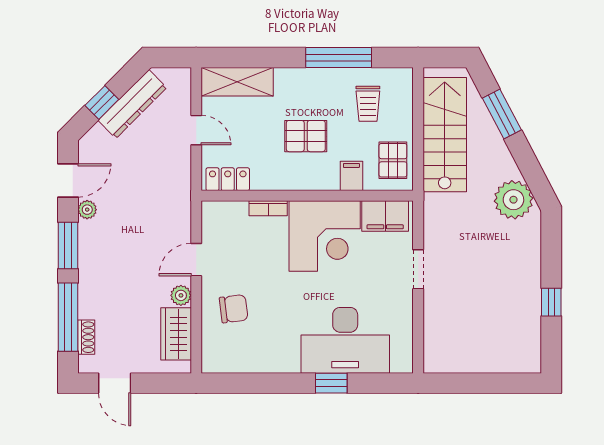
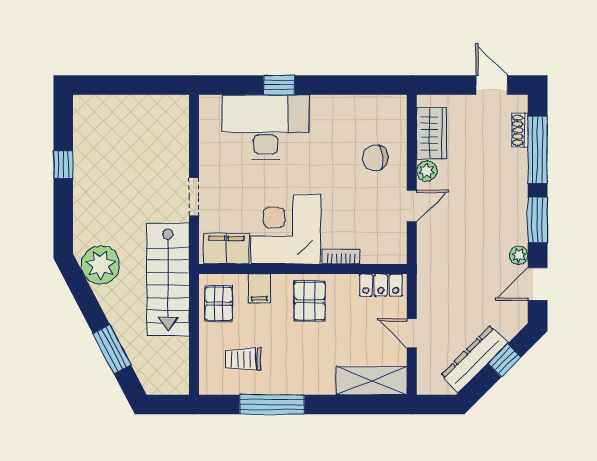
trolley: (368, 104) -> (243, 359), turned -90
stairs: (445, 135) -> (168, 279), moved
pallet: (306, 136) -> (310, 301), moved, turned 90

